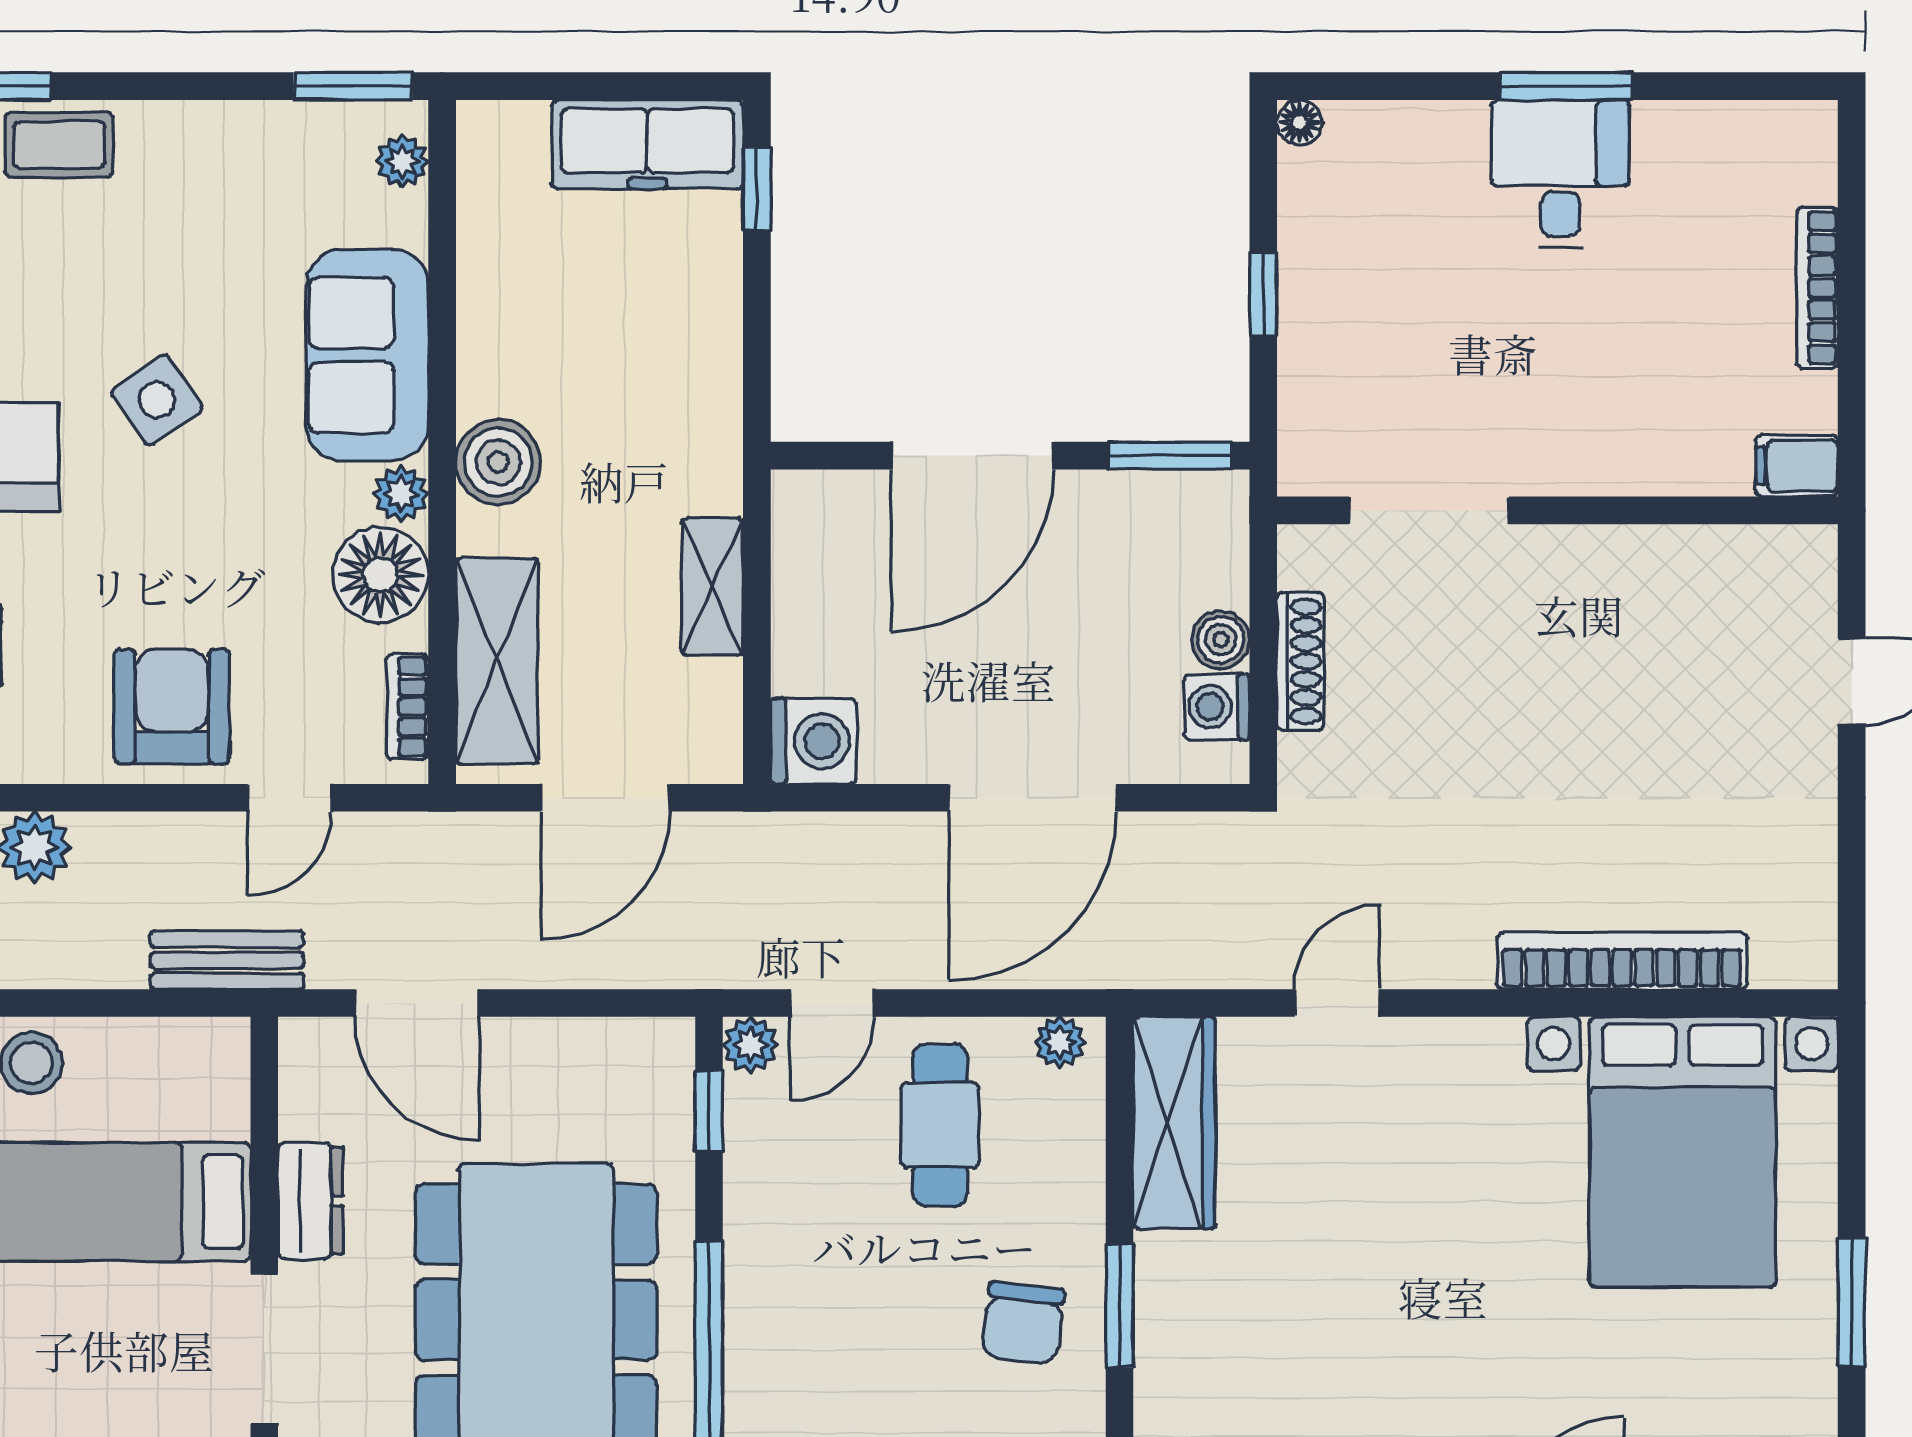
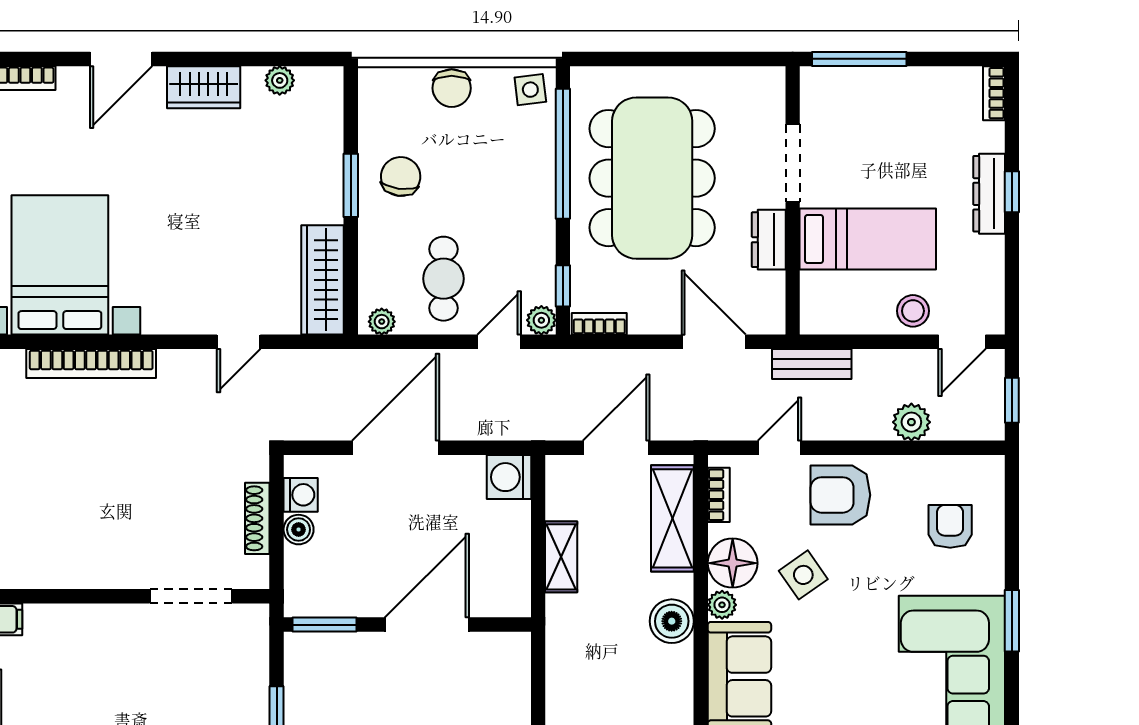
side table: (157, 400) -> (803, 575), moved
armchair: (172, 706) -> (840, 495), turned 90
bookcase: (638, 1038) -> (599, 324), added

